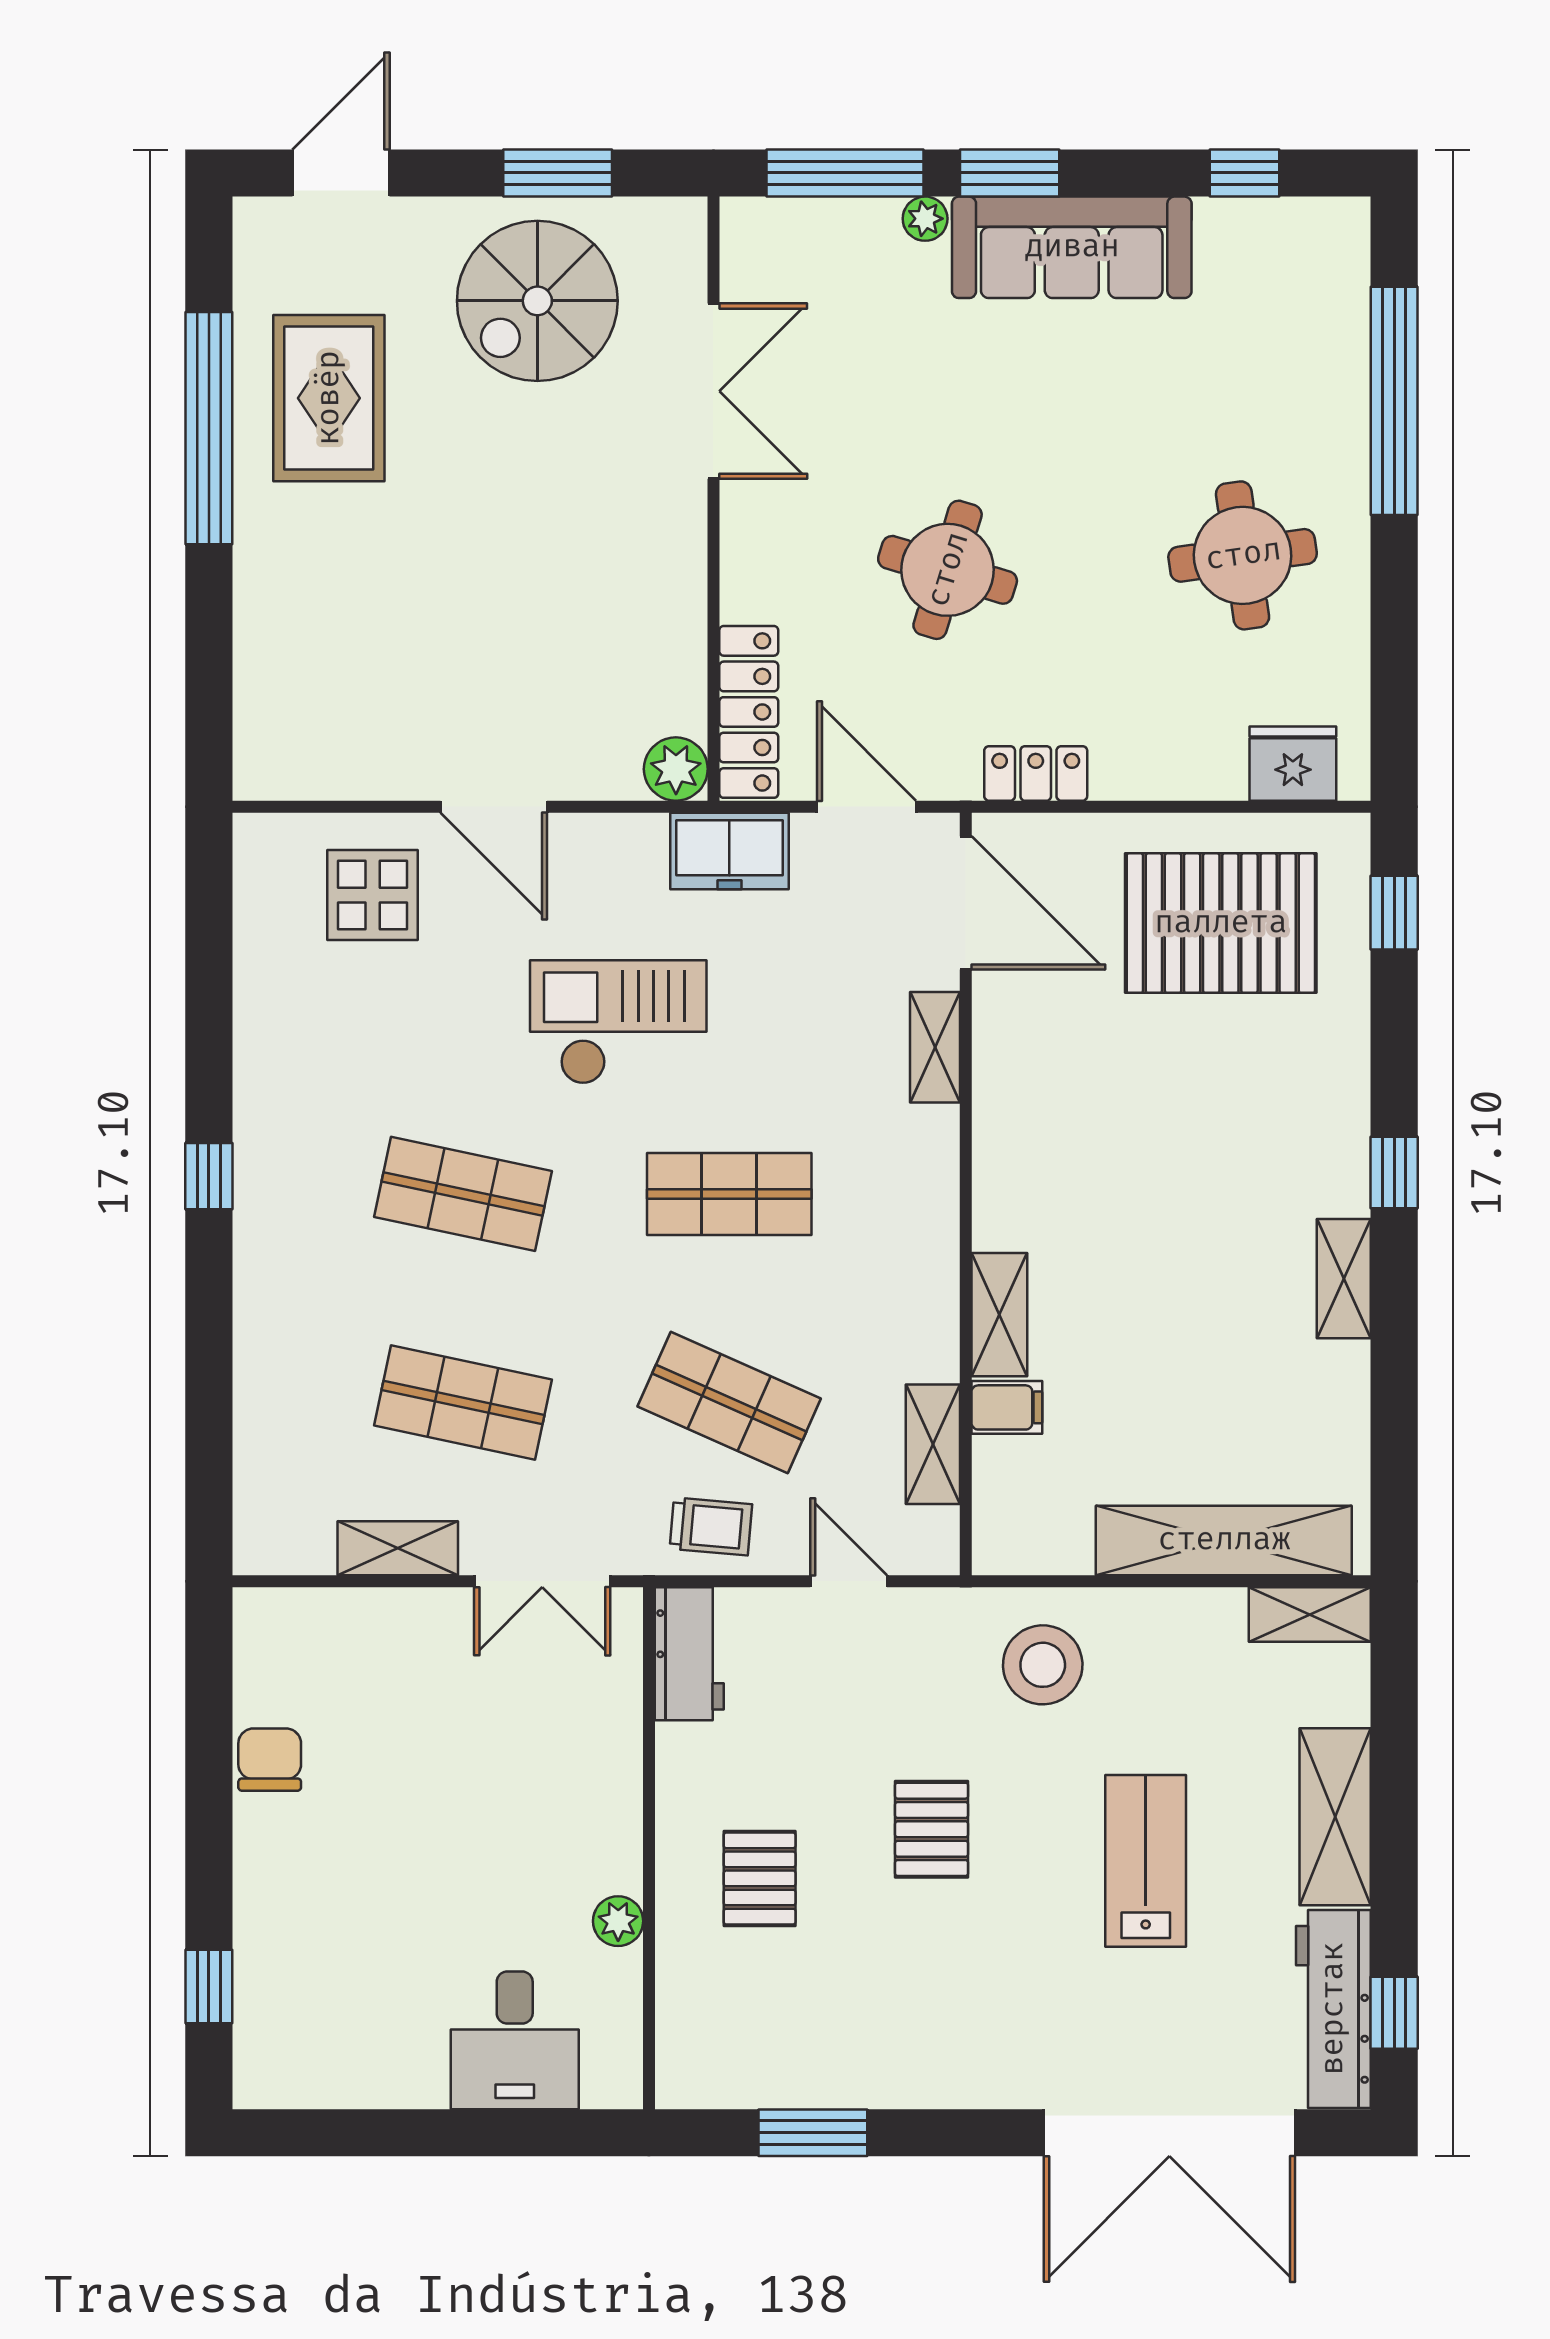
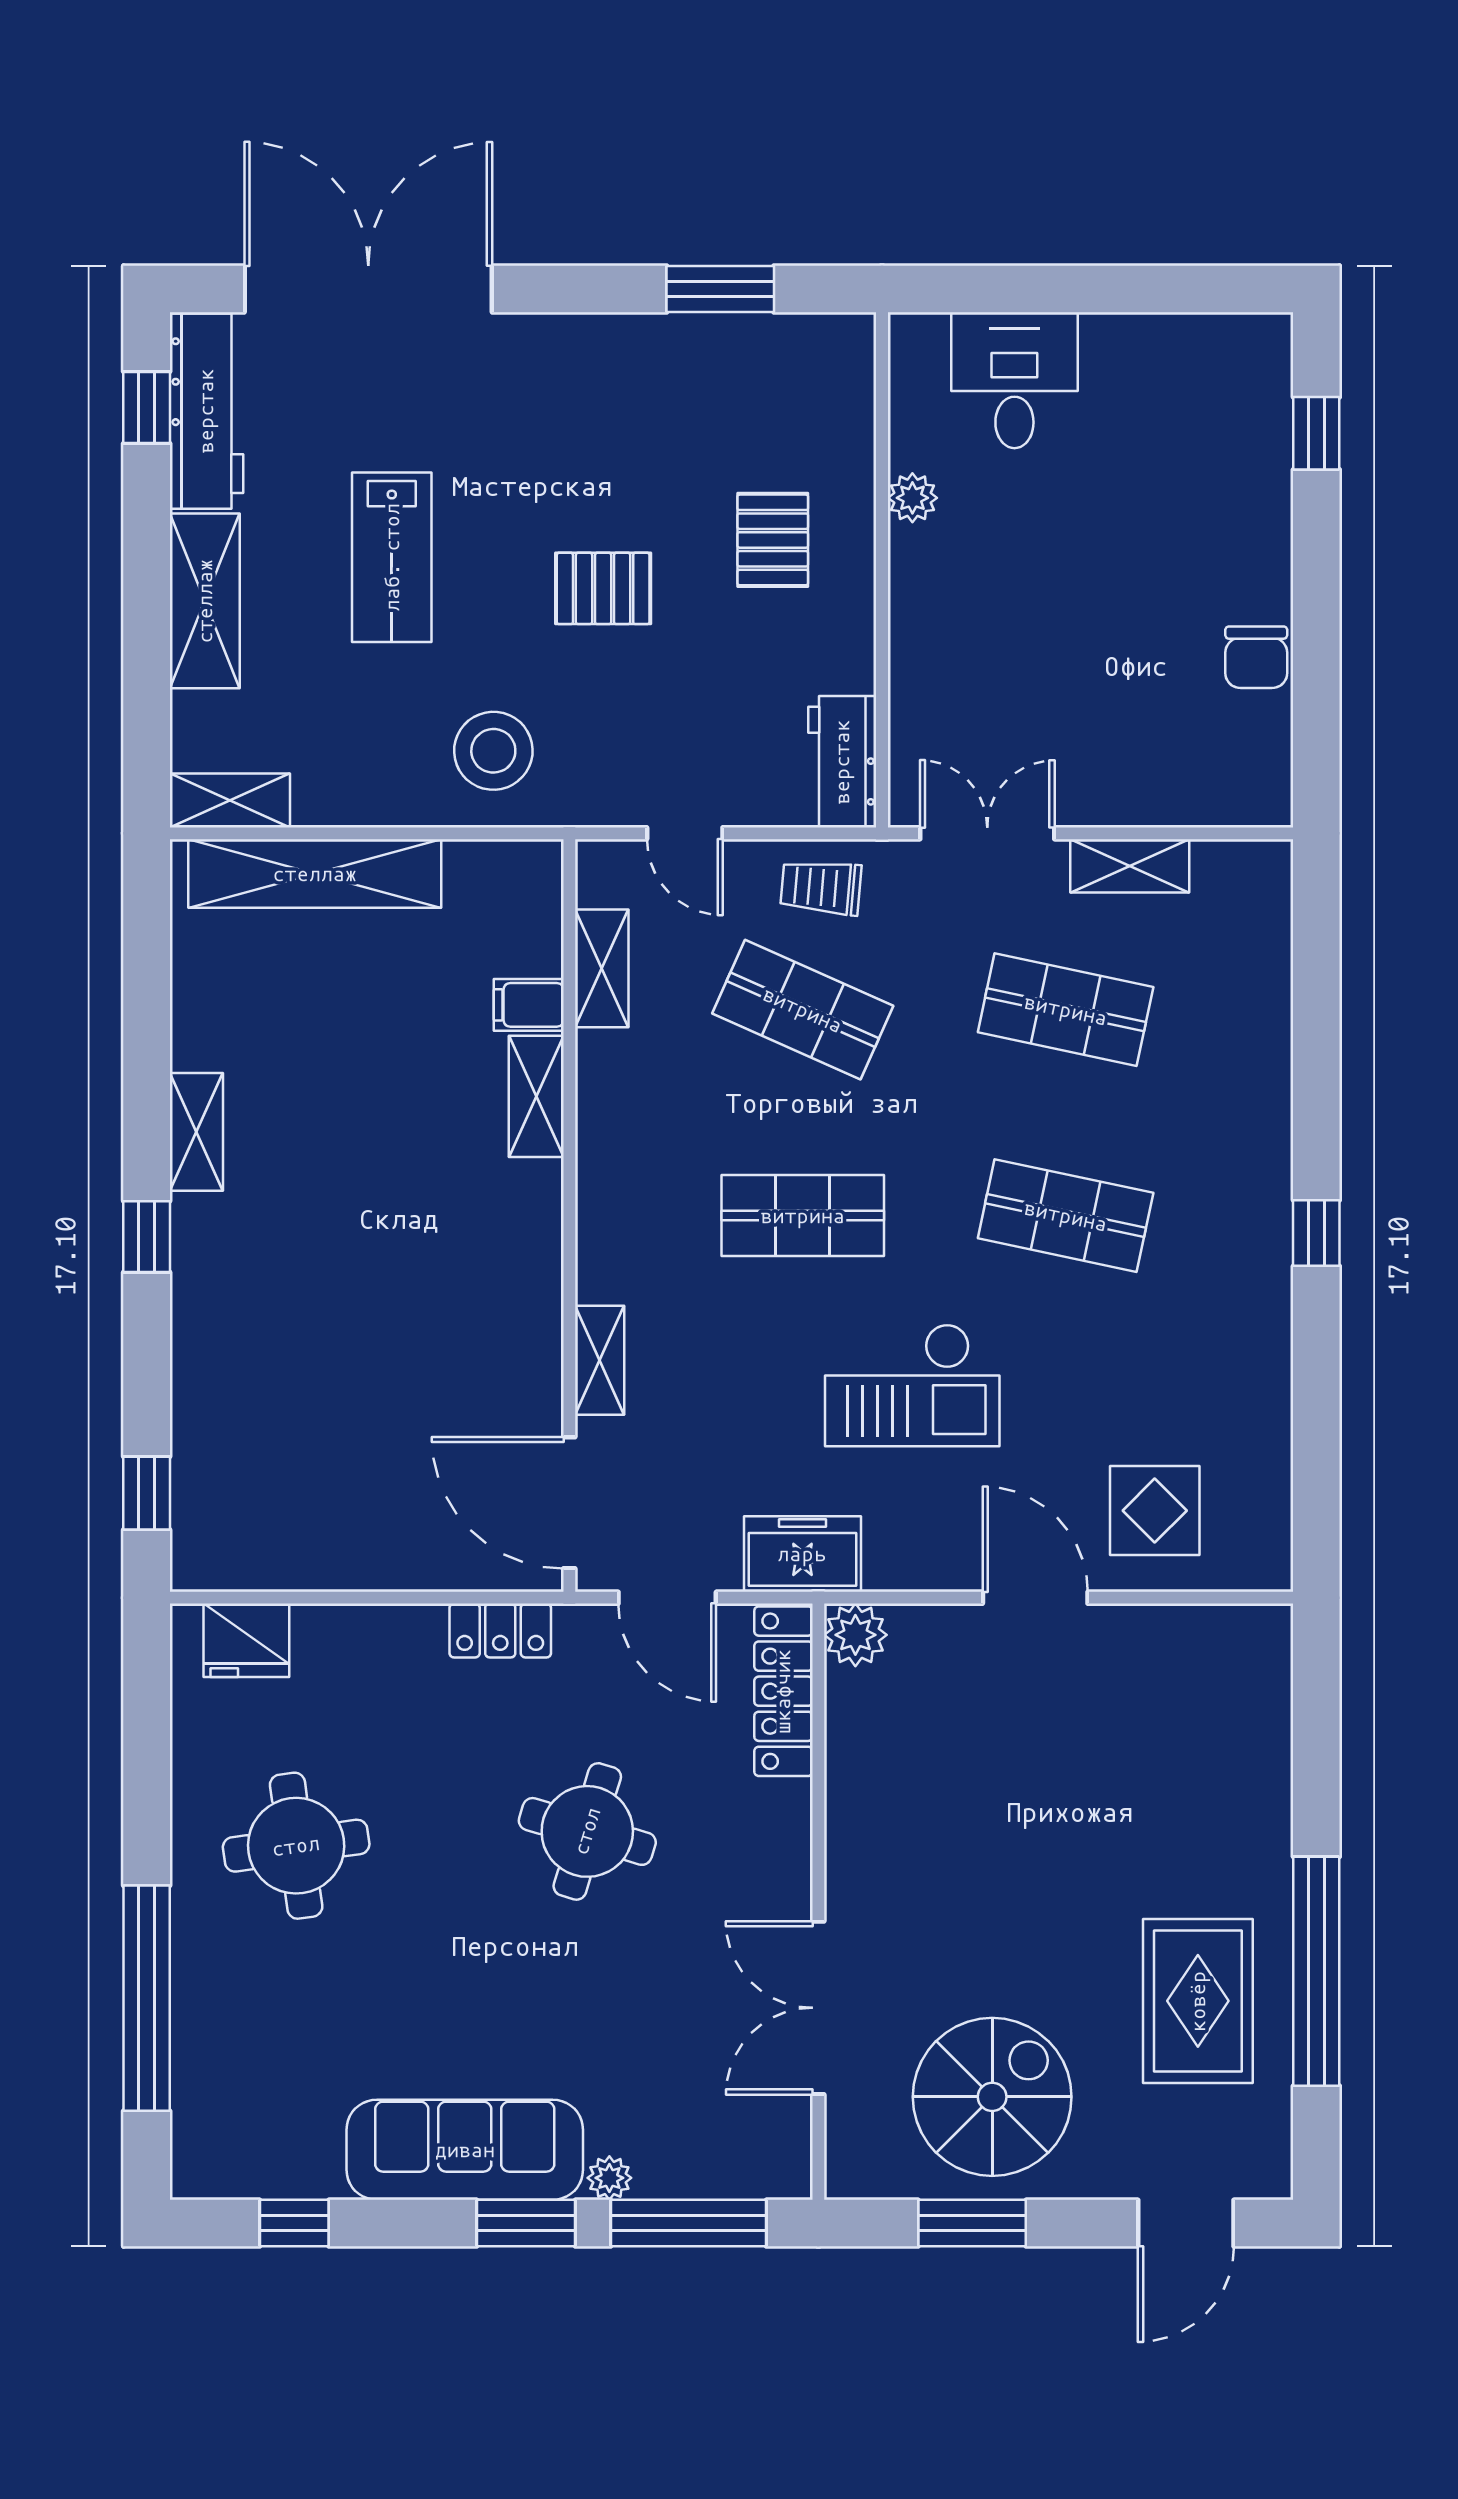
pallet: (1221, 923) -> (318, 1483), removed
pallet: (932, 1829) -> (603, 588), turned 90

